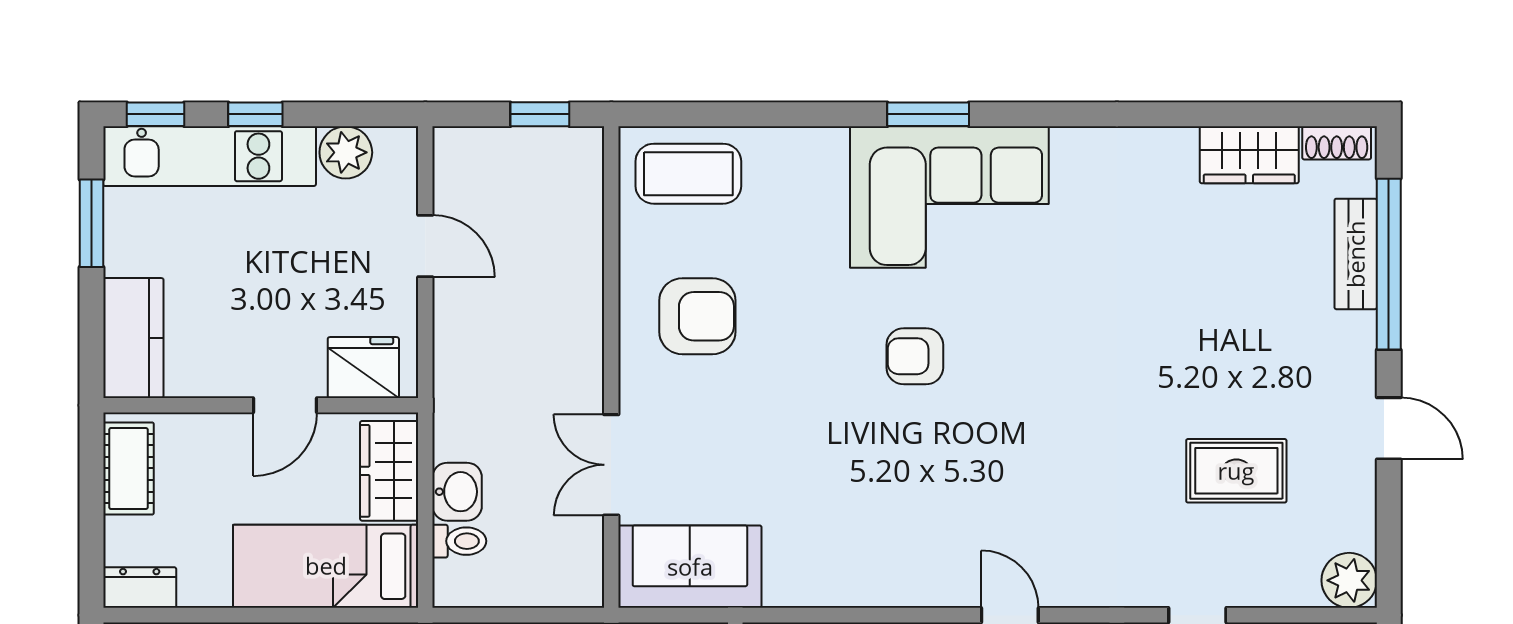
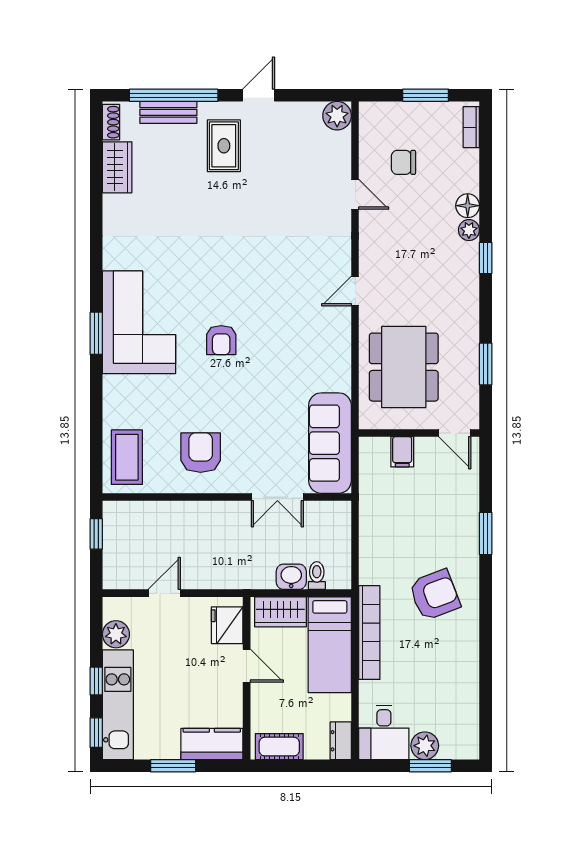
window: (91, 223) -> (173, 766), moved
rug: (1236, 471) -> (224, 146), moved
sofa: (690, 567) -> (330, 443), width x1.36

